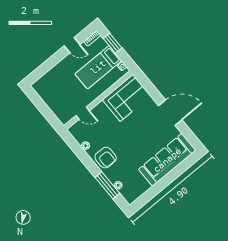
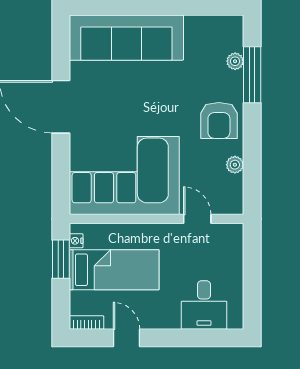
window: (113, 43) -> (61, 259), moved
desk: (53, 82) -> (204, 305), added
corner sofa: (127, 98) -> (124, 176), width x1.36, depth x1.36
armchair: (106, 158) -> (219, 120), turned 180

